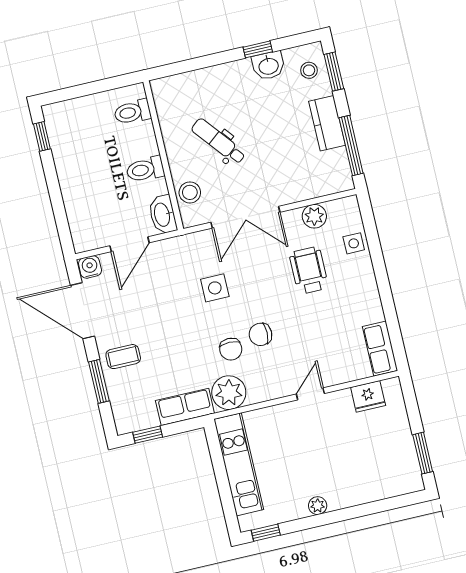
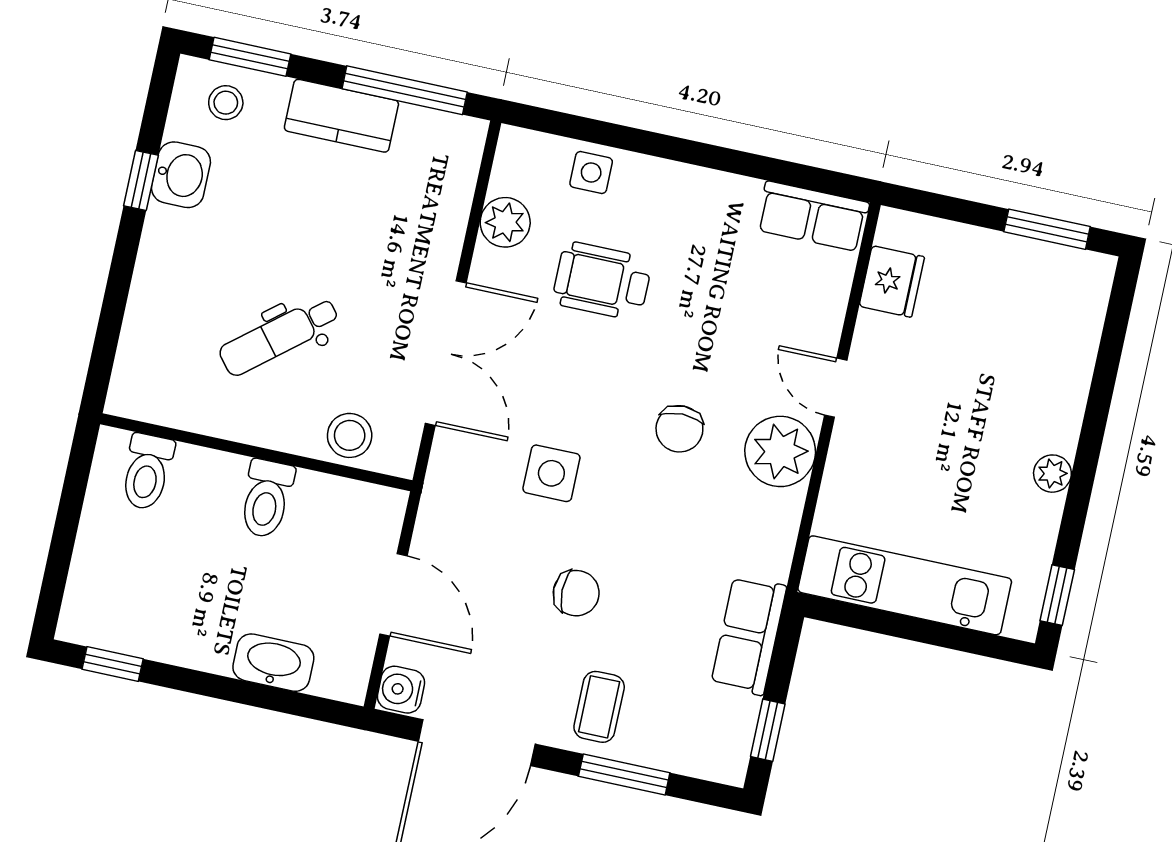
washbasin: (163, 215) -> (273, 663), moved, turned 180
chair: (231, 349) -> (576, 593), moved
plant: (229, 393) -> (780, 451), moved

